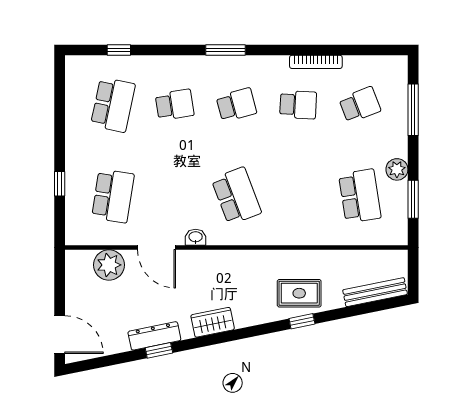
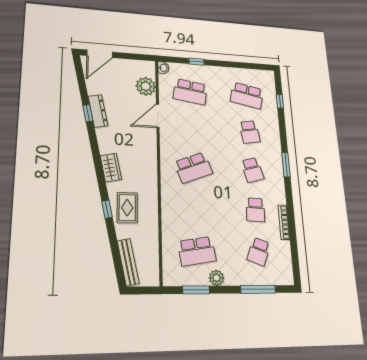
school desk: (360, 105) -> (259, 252), turned 42
washbasin: (196, 237) -> (163, 68), moved
wardrobe: (213, 322) -> (111, 168), moved

